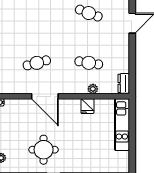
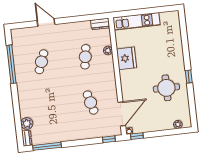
door: (45, 96) -> (122, 114), moved
fridge: (87, 106) -> (126, 58), width x1.88, depth x1.34

